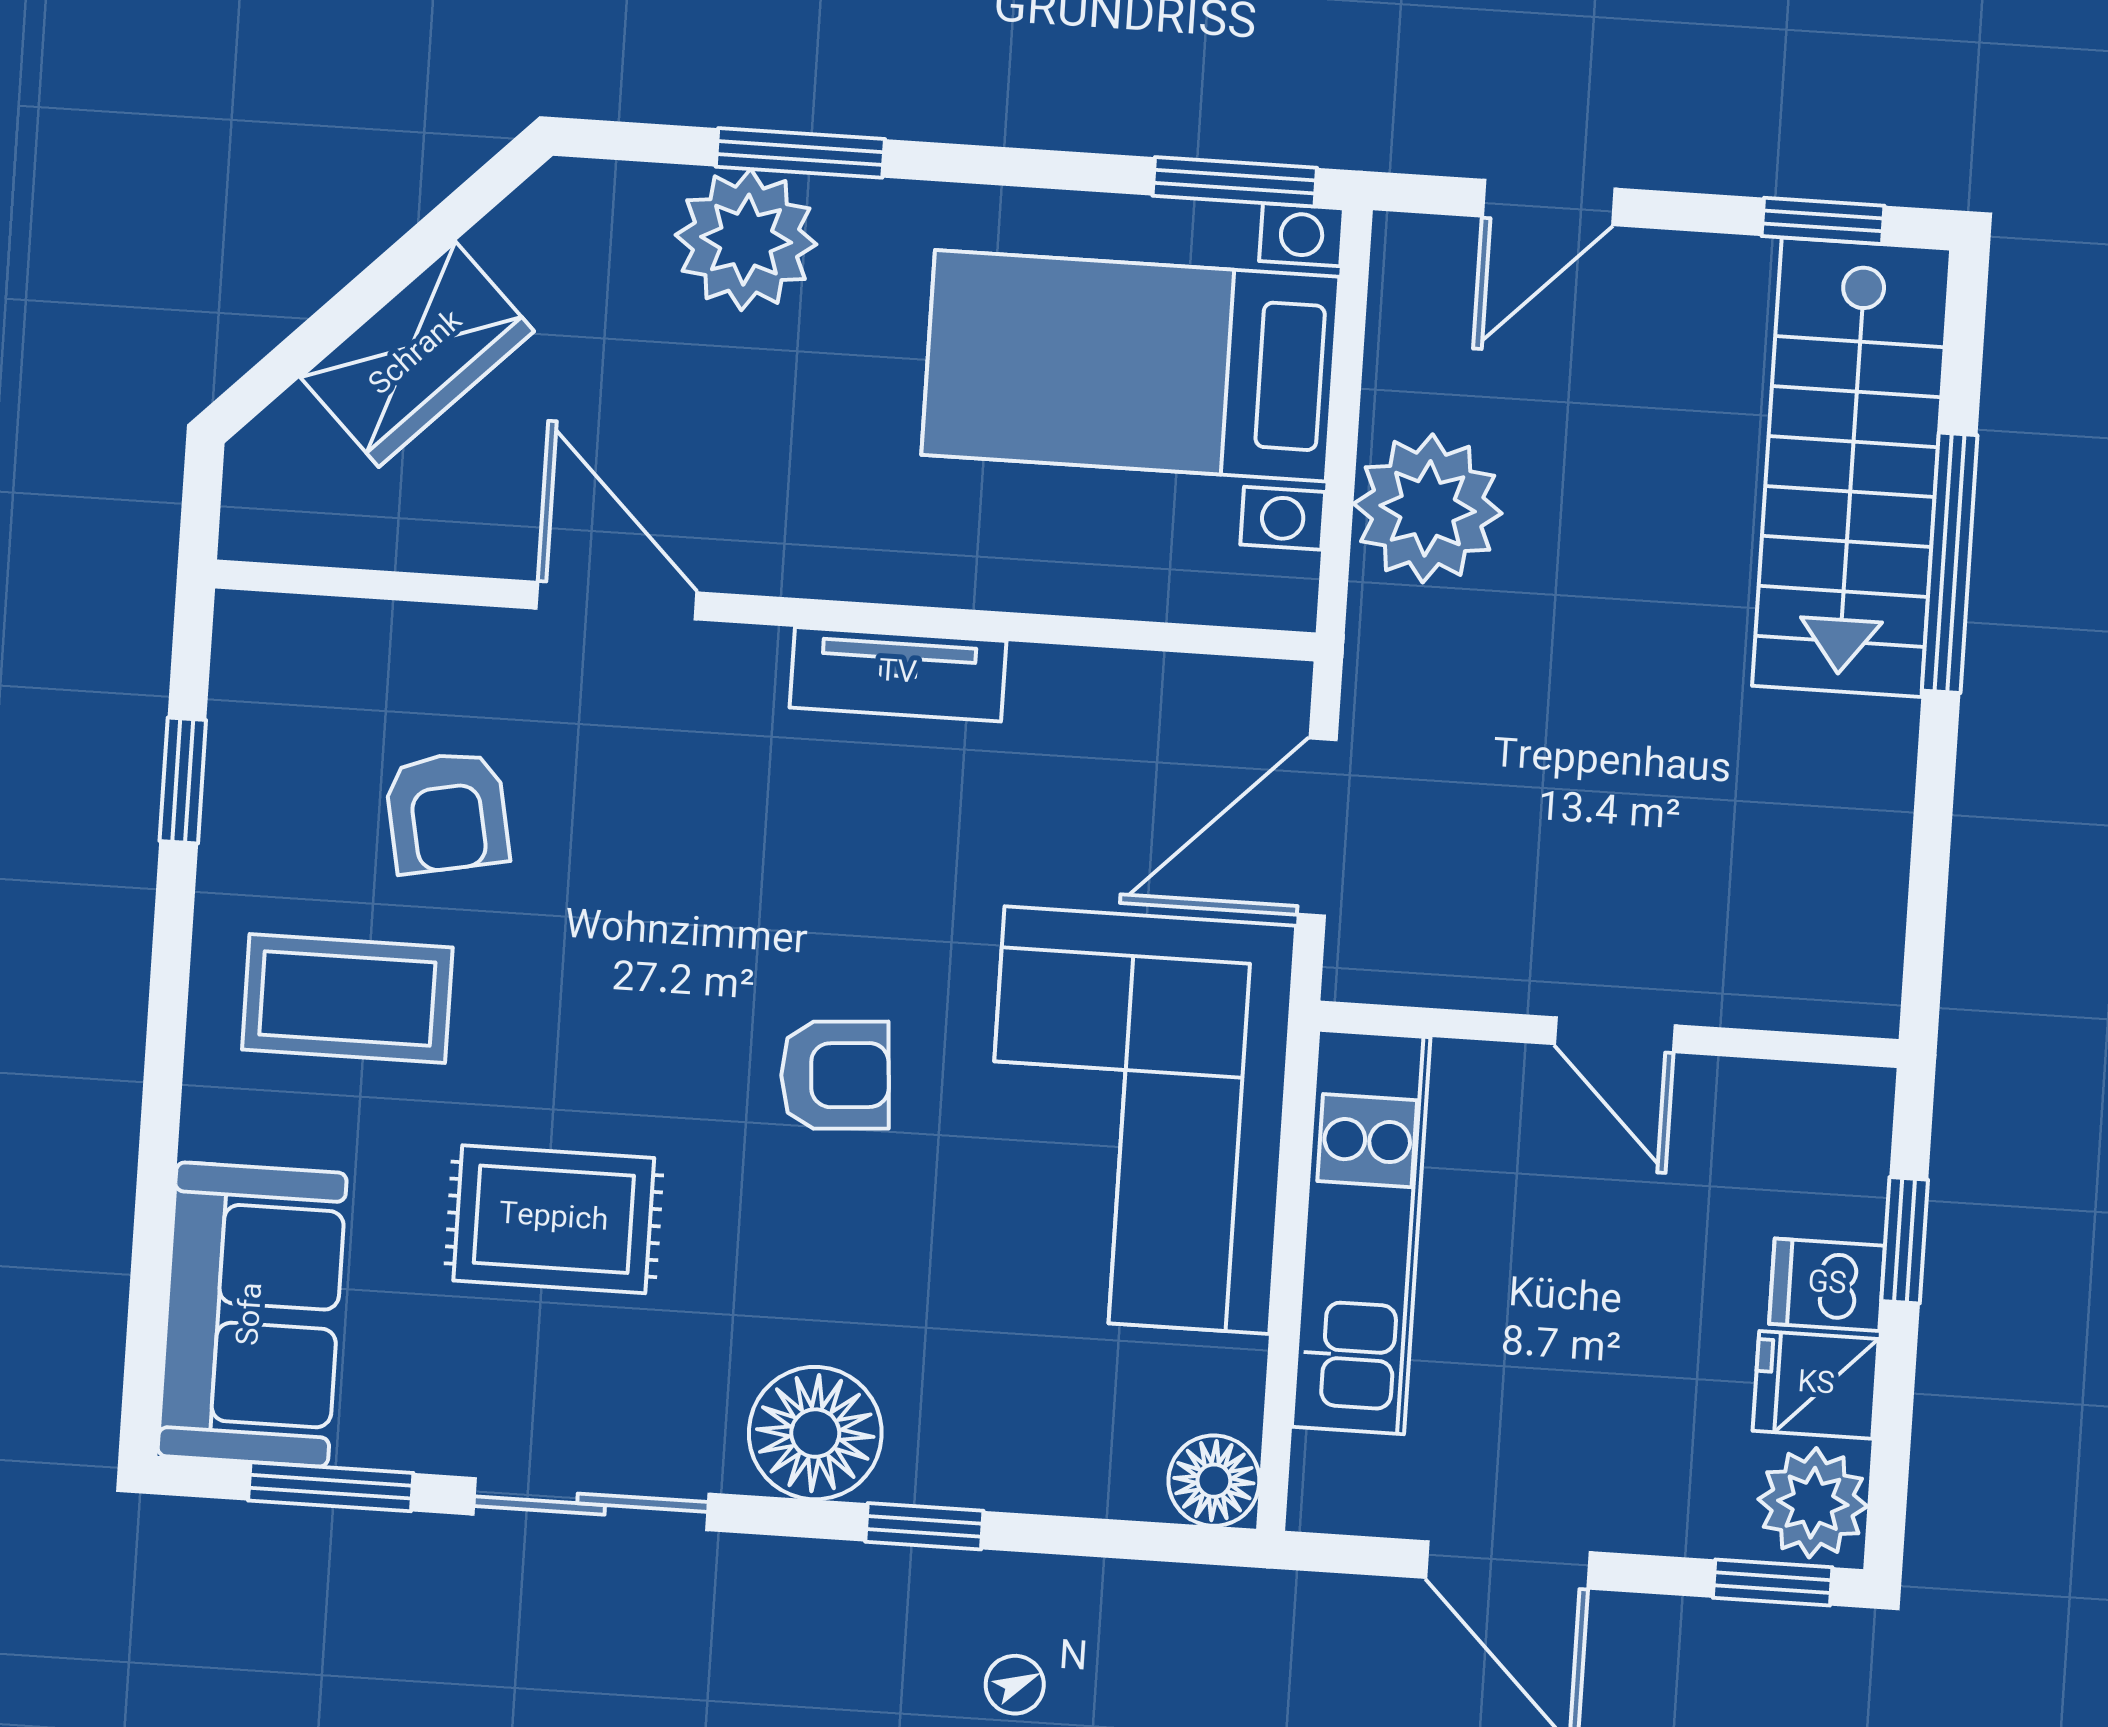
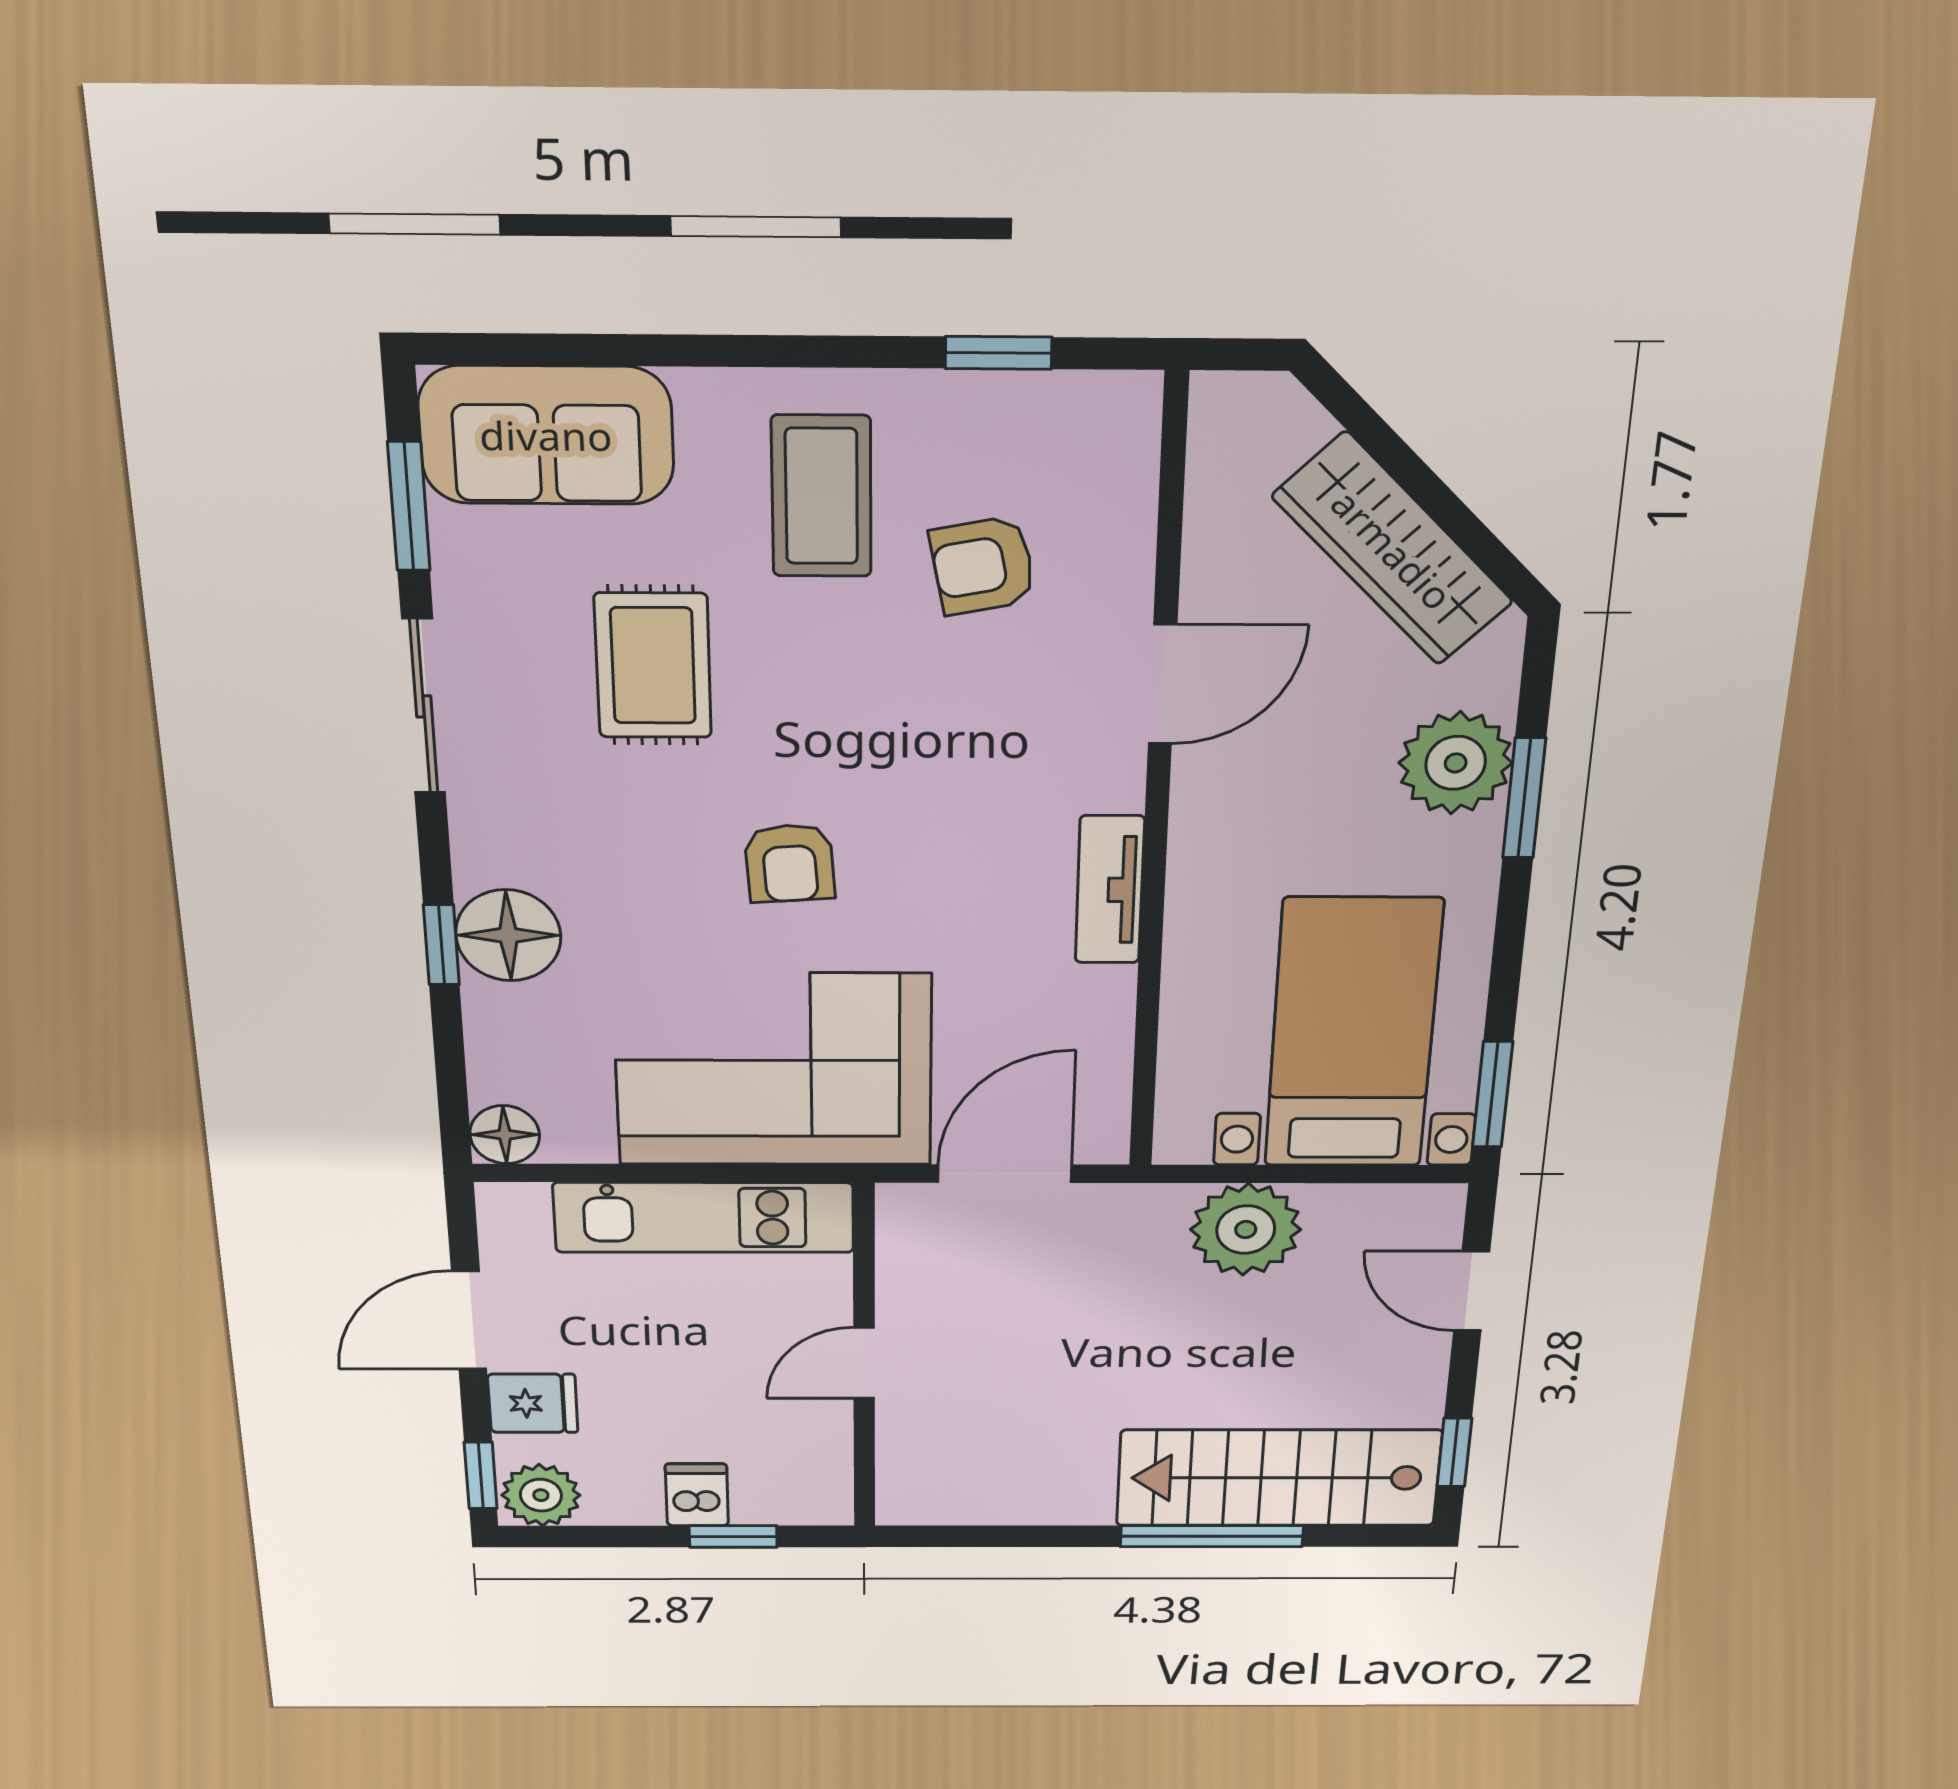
wardrobe: (417, 354) -> (1393, 549), width x1.50
door: (1317, 827) -> (1005, 1174), hinge flipped
fridge: (1816, 1385) -> (533, 1403), moved, turned 90
floor lamp: (815, 1433) -> (508, 935), moved

